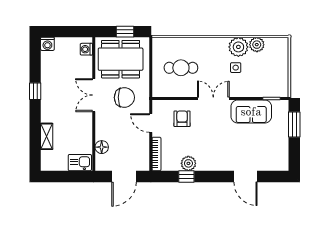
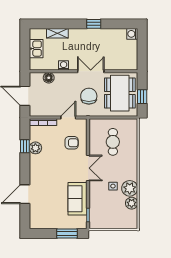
washing machine: (86, 49) -> (64, 65), moved
chair: (124, 97) -> (89, 96), turned 180
kitchen sink: (80, 163) -> (36, 49), moved

